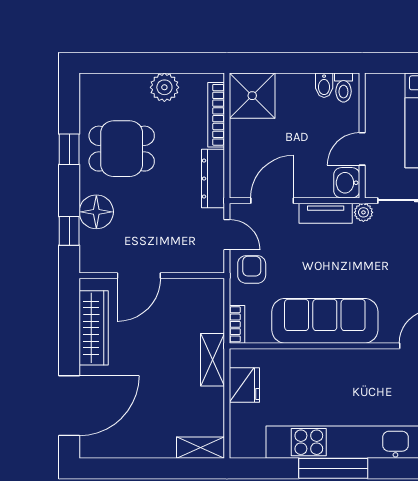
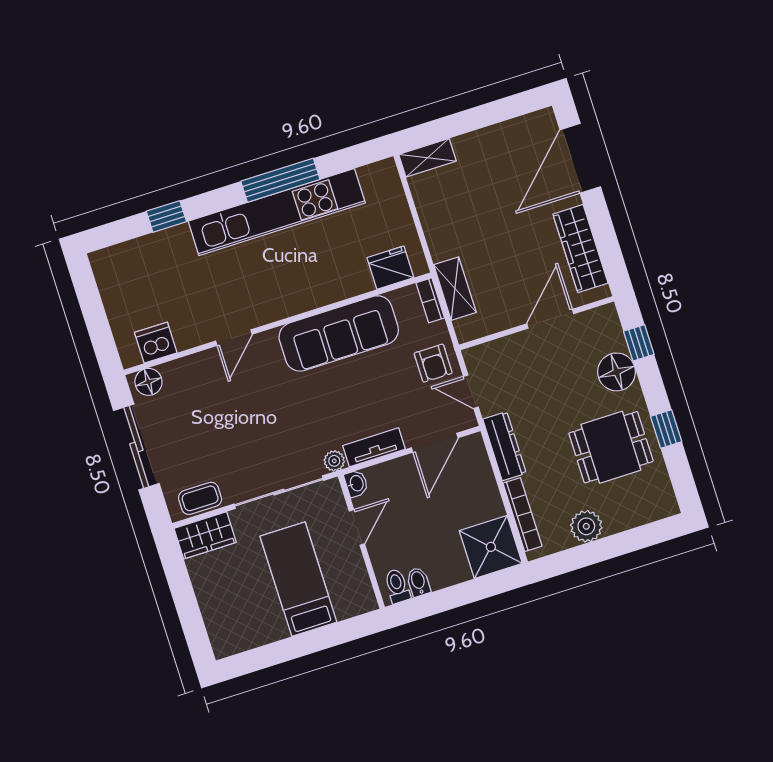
washbasin: (347, 183) -> (356, 483), width x0.72, depth x0.69
shelving: (213, 360) -> (455, 289), moved
fridge: (244, 385) -> (390, 268), moved, turned 90

